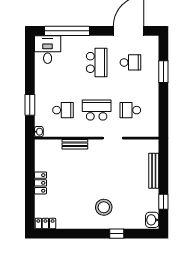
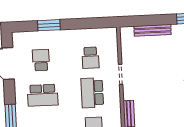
school desk: (97, 62) -> (43, 95), turned 180

